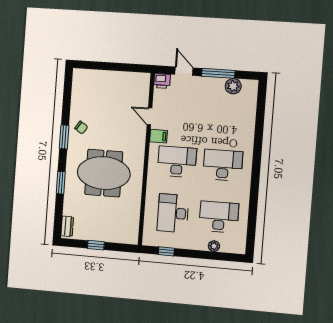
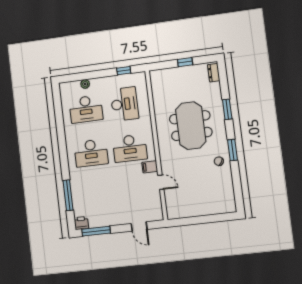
window: (218, 73) -> (96, 231), moved
printer: (162, 81) -> (81, 223), moved
plant: (233, 86) -> (95, 221), removed
window: (260, 122) -> (68, 195), added
meeting table: (104, 173) -> (191, 126), turned 90

